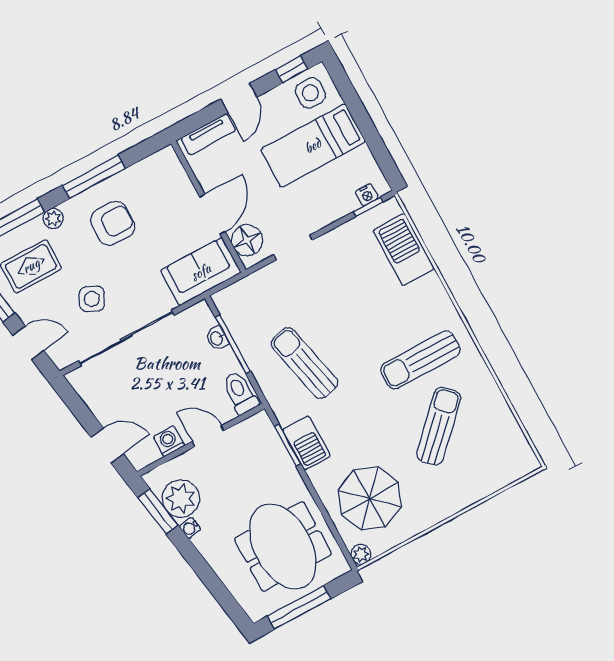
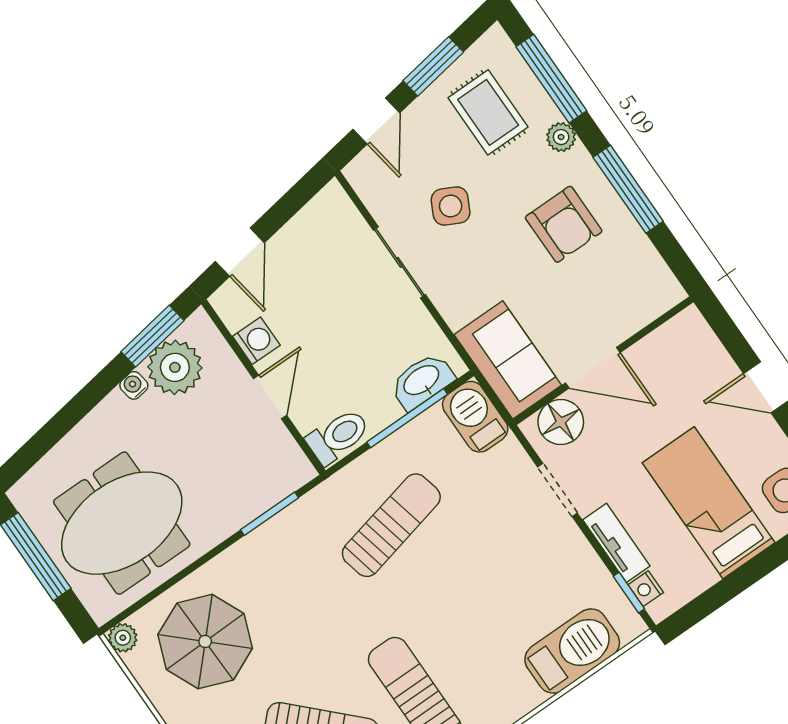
tv unit: (208, 134) -> (616, 543), moved, turned 180
sliding door: (126, 338) -> (399, 262), width x0.54
washbasin: (217, 338) -> (422, 381), width x1.91, depth x1.45
barbecue: (306, 443) -> (475, 417), moved, turned 90

